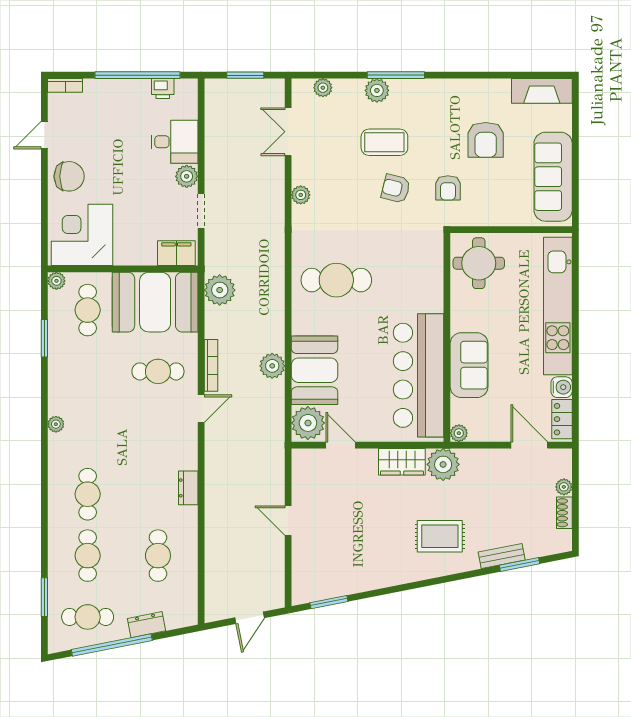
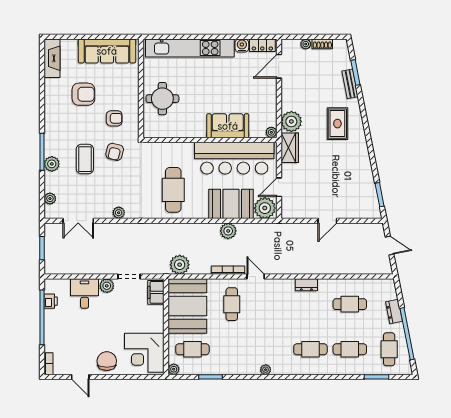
wall: (447, 337) -> (210, 140), moved
sofa: (469, 365) -> (228, 126), moved
bar counter: (419, 375) -> (234, 158), moved
plant: (459, 433) -> (271, 132), moved

